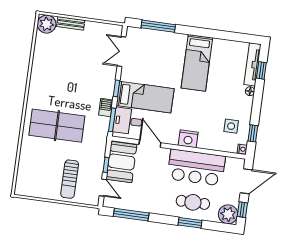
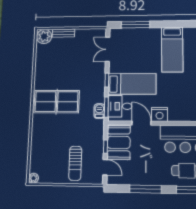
barbecue: (106, 108) -> (99, 111), moved
table tennis table: (57, 126) -> (57, 102), moved
nightstand: (188, 139) -> (160, 114), moved
plant: (20, 190) -> (33, 178), added
window: (131, 215) -> (145, 189), moved

